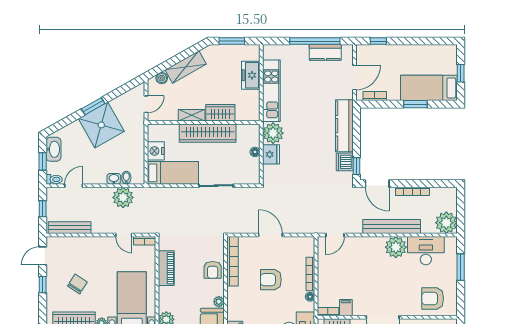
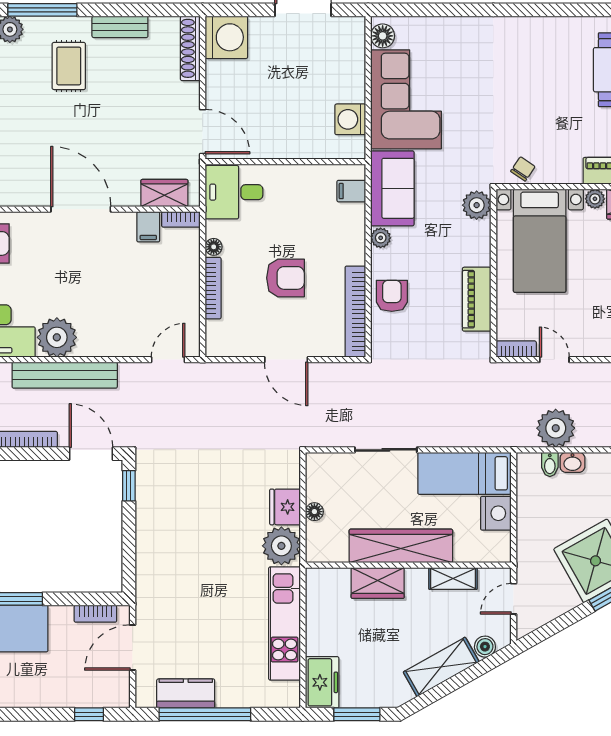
freezer: (251, 75) -> (322, 682), moved
shelving: (192, 115) -> (453, 579), moved
kitchen counter: (344, 126) -> (151, 560), removed
dishwasher: (345, 162) -> (150, 493), removed

